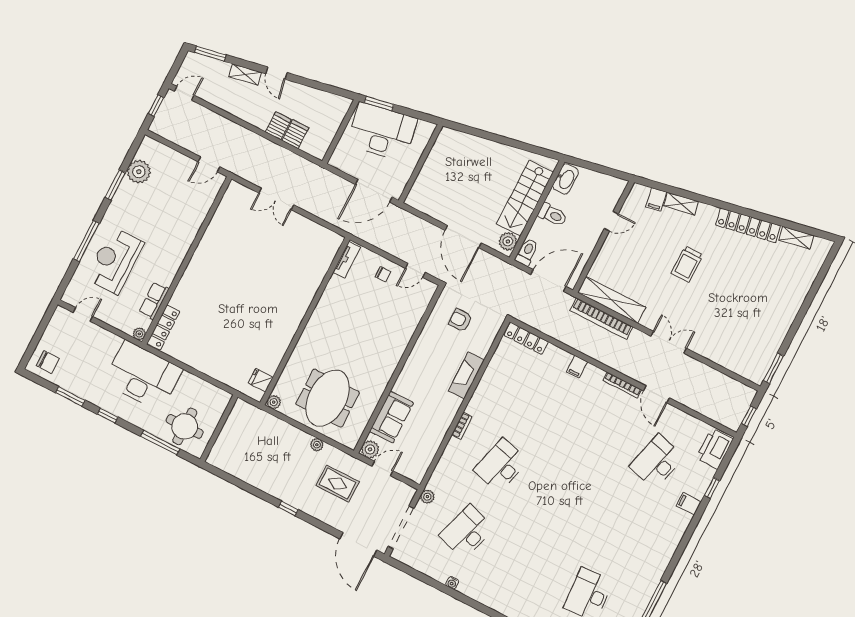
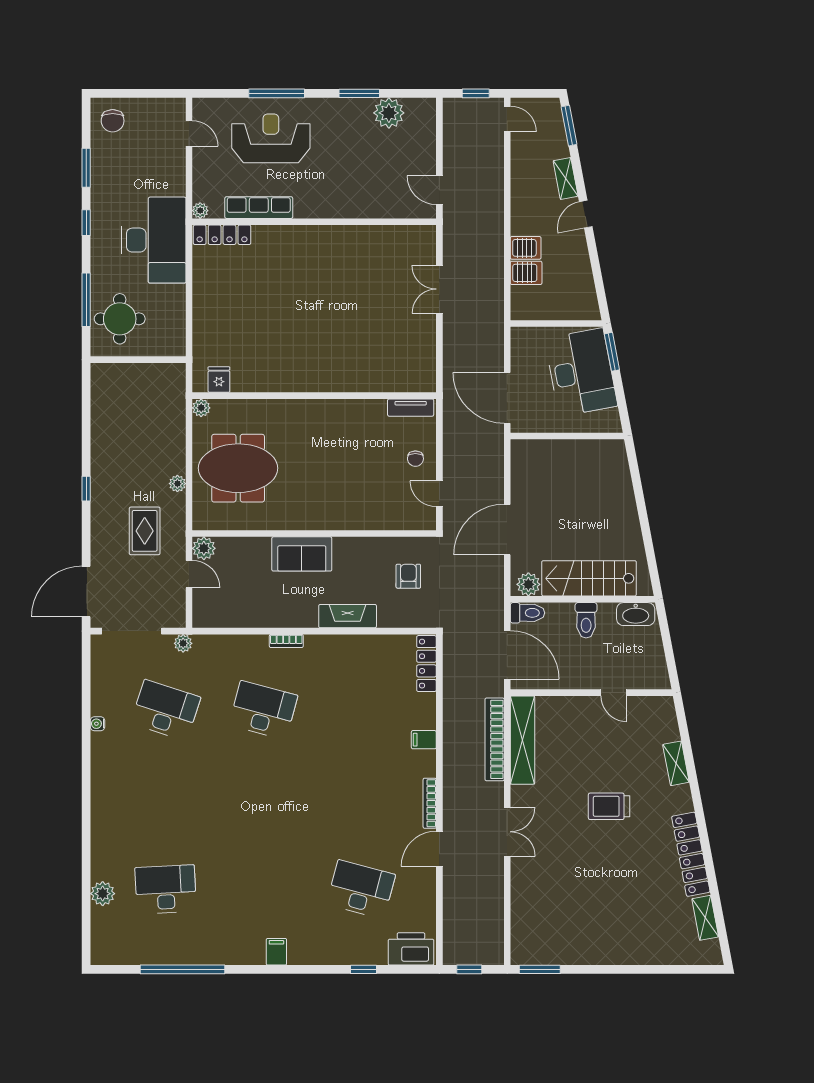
filing cabinet: (656, 199) -> (666, 732), removed
row of seats: (154, 301) -> (259, 208), width x1.48
sofa: (392, 417) -> (302, 554), moved
filing cabinet: (689, 504) -> (276, 952), moved

